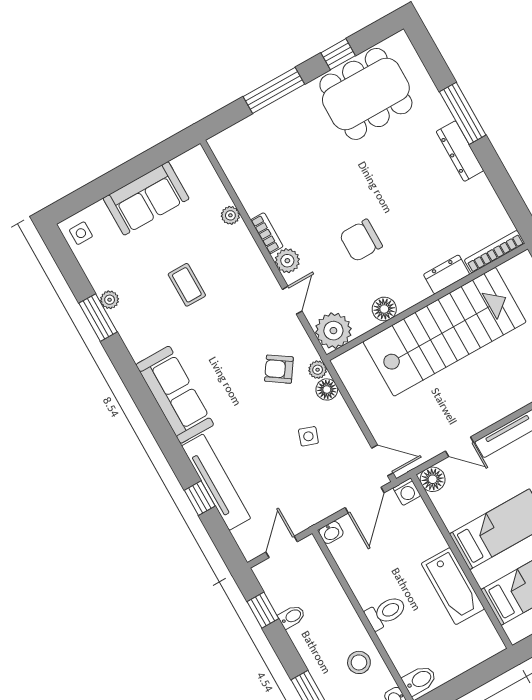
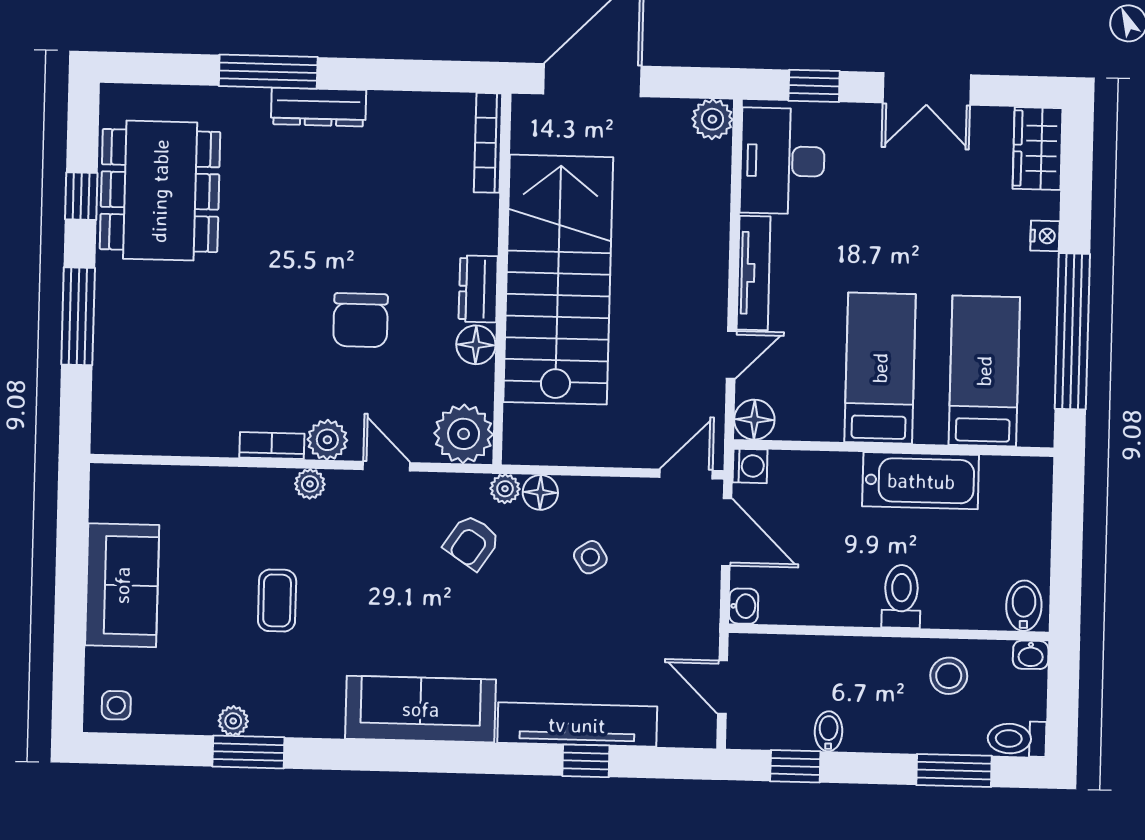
plant: (230, 215) -> (310, 484), moved
dresser: (447, 274) -> (478, 289), moved
coffee table: (187, 285) -> (277, 600), turned 90
side table: (308, 436) -> (590, 557), turned 38

